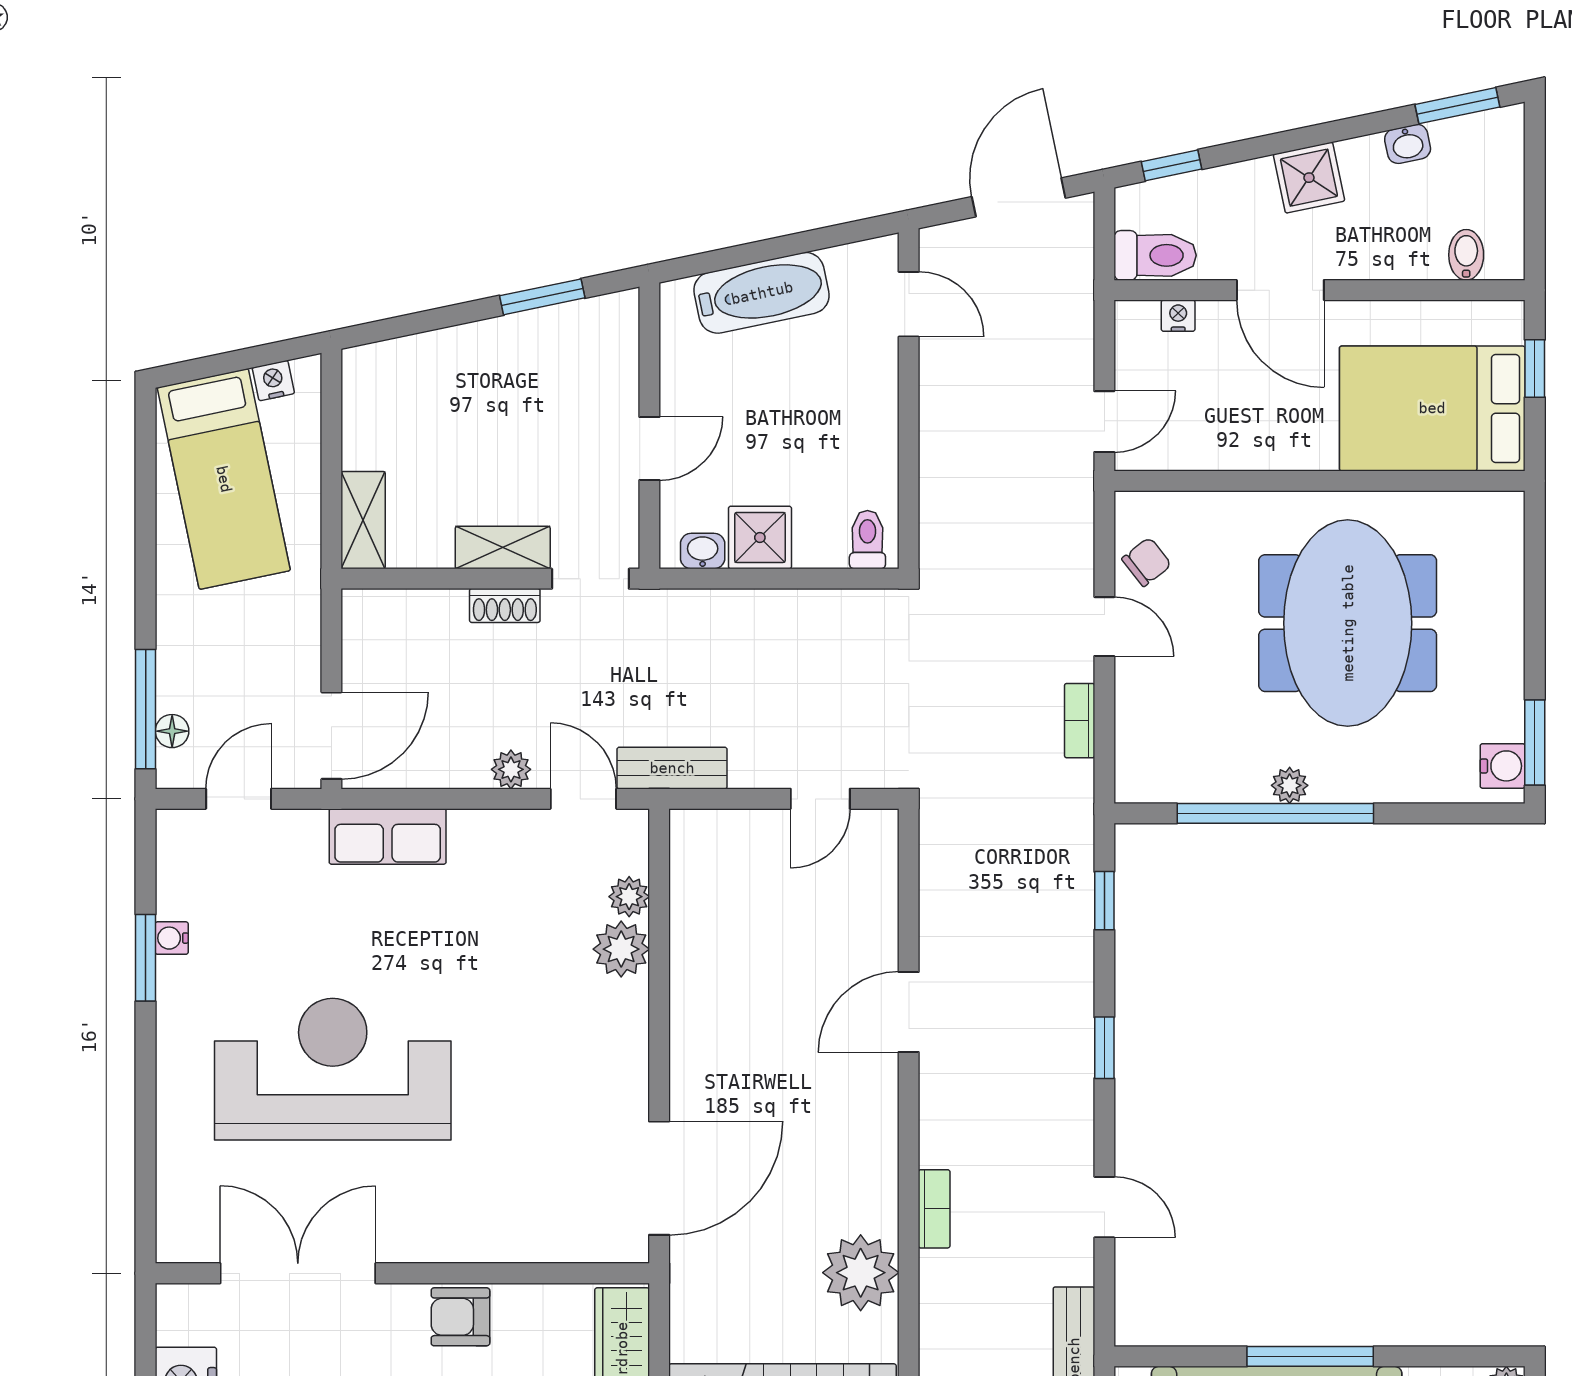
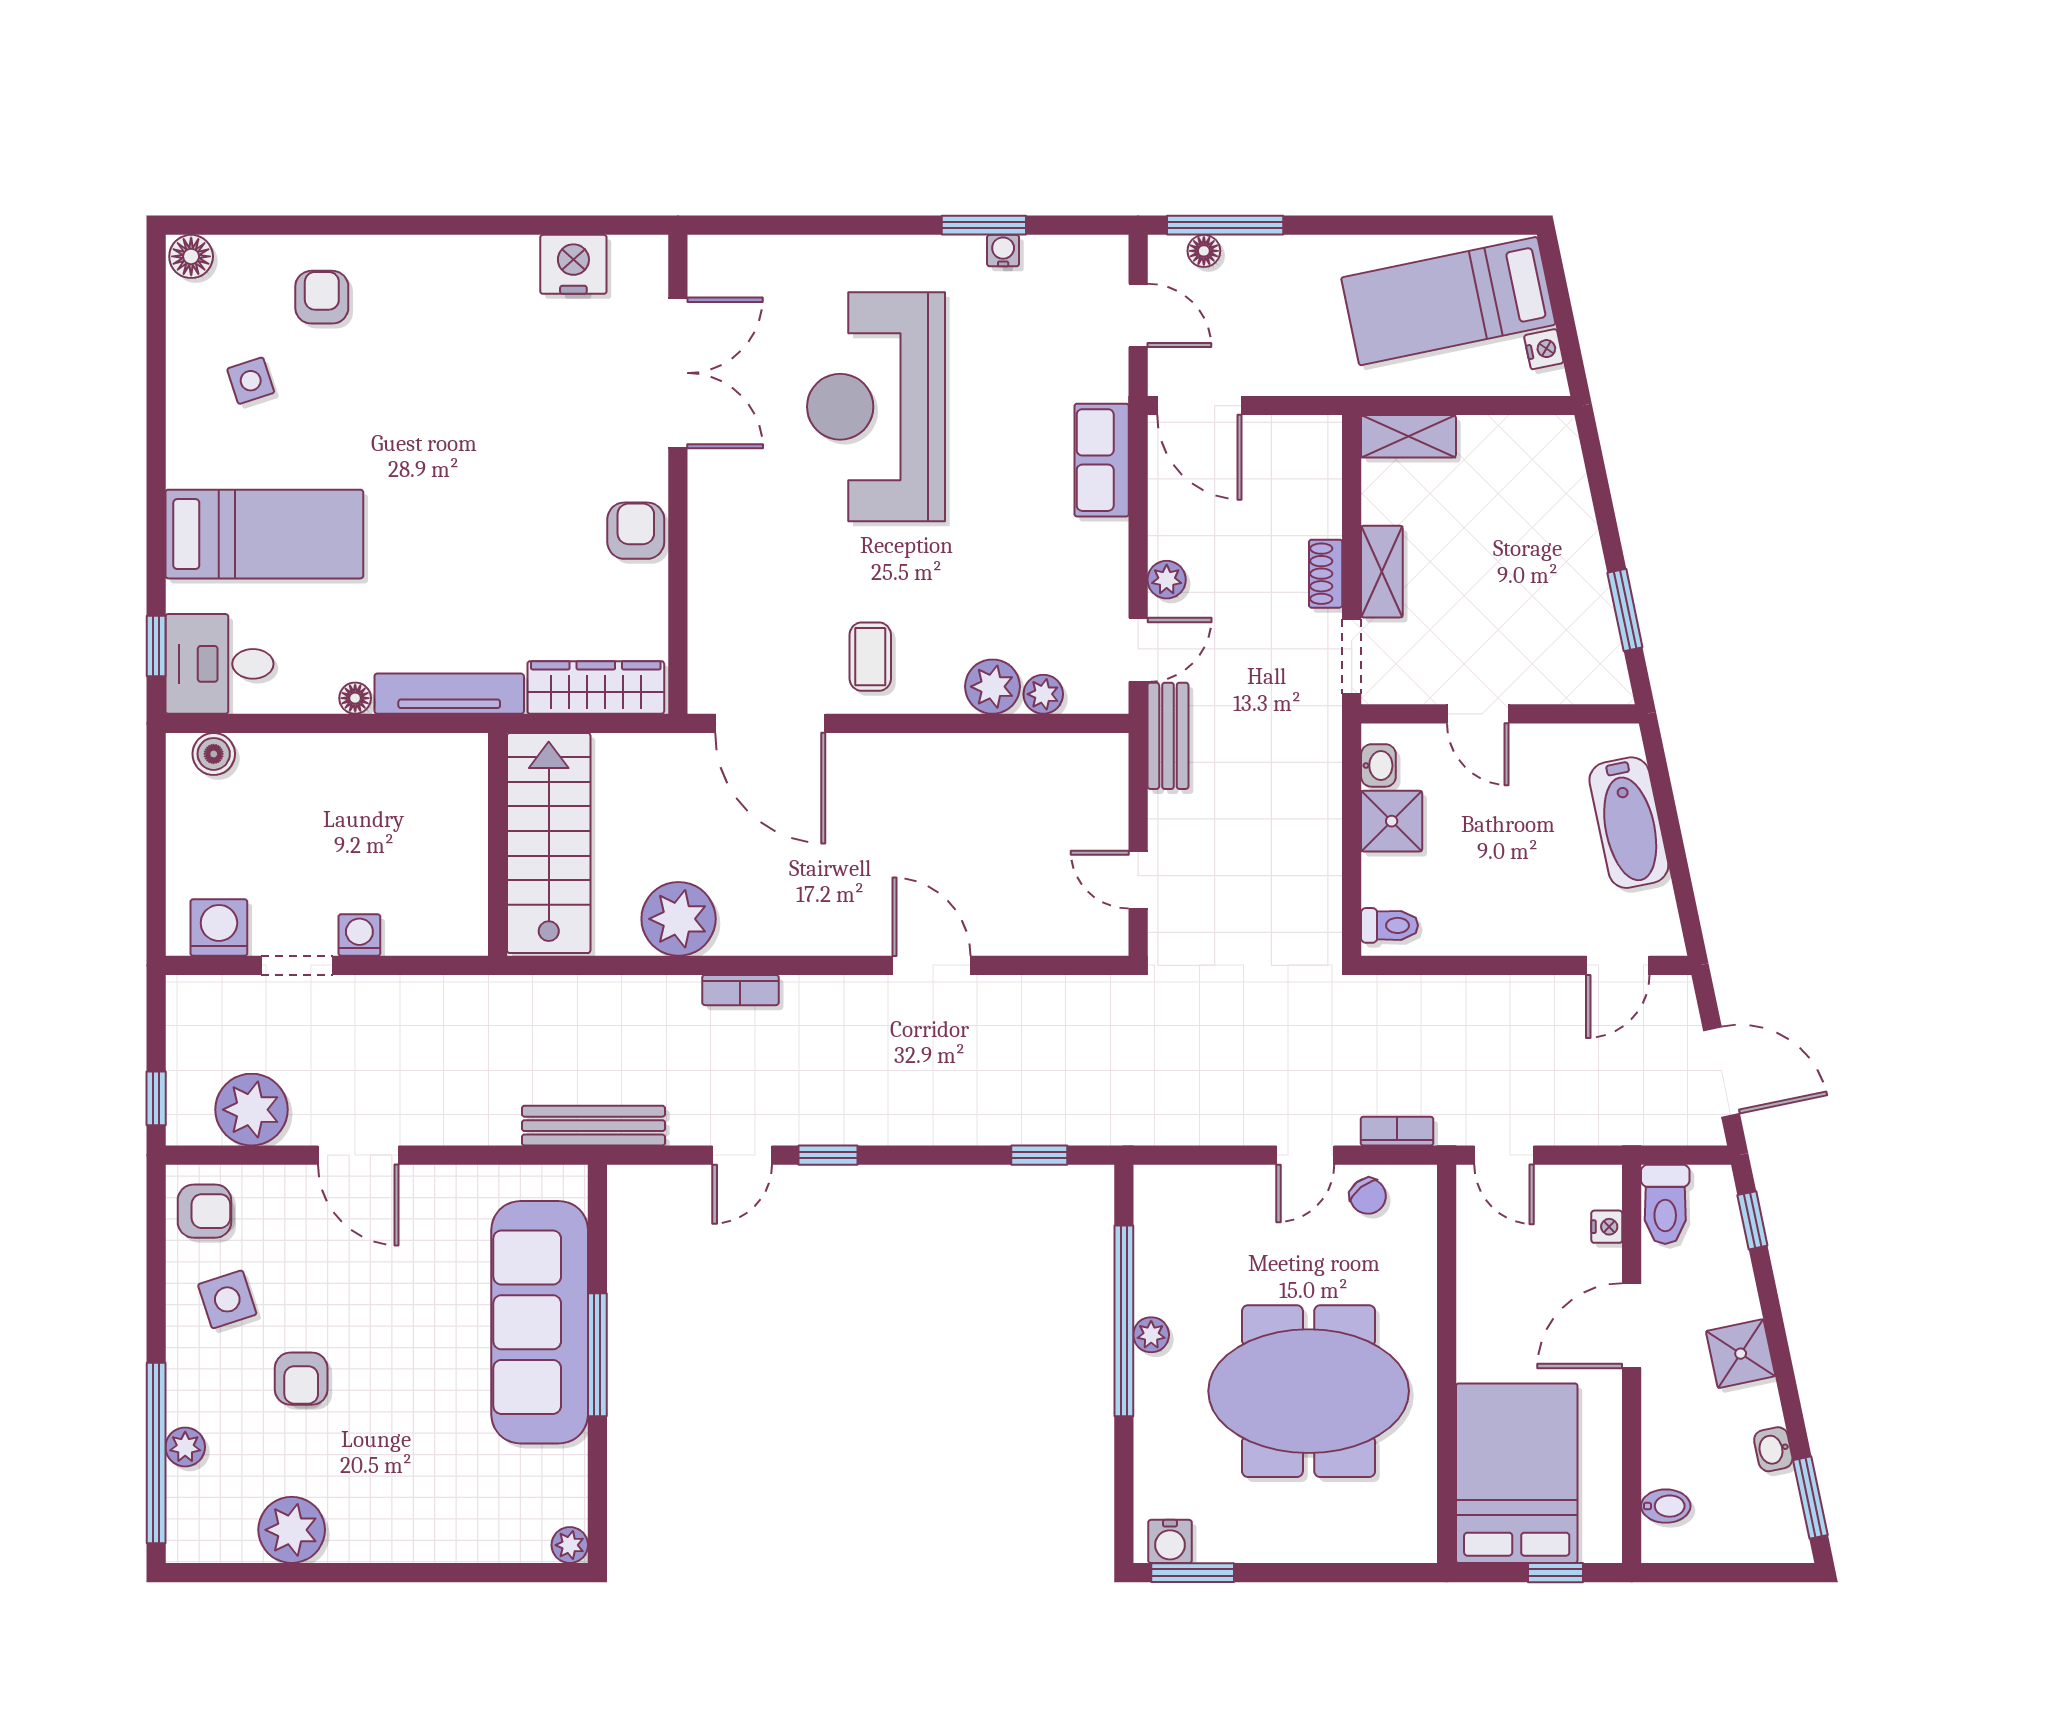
bookcase: (1080, 721) -> (1397, 1131), moved
window: (1104, 1048) -> (828, 1155), moved
reception desk: (333, 1069) -> (876, 407), turned 180
coffee table: (590, 1075) -> (870, 657), added

